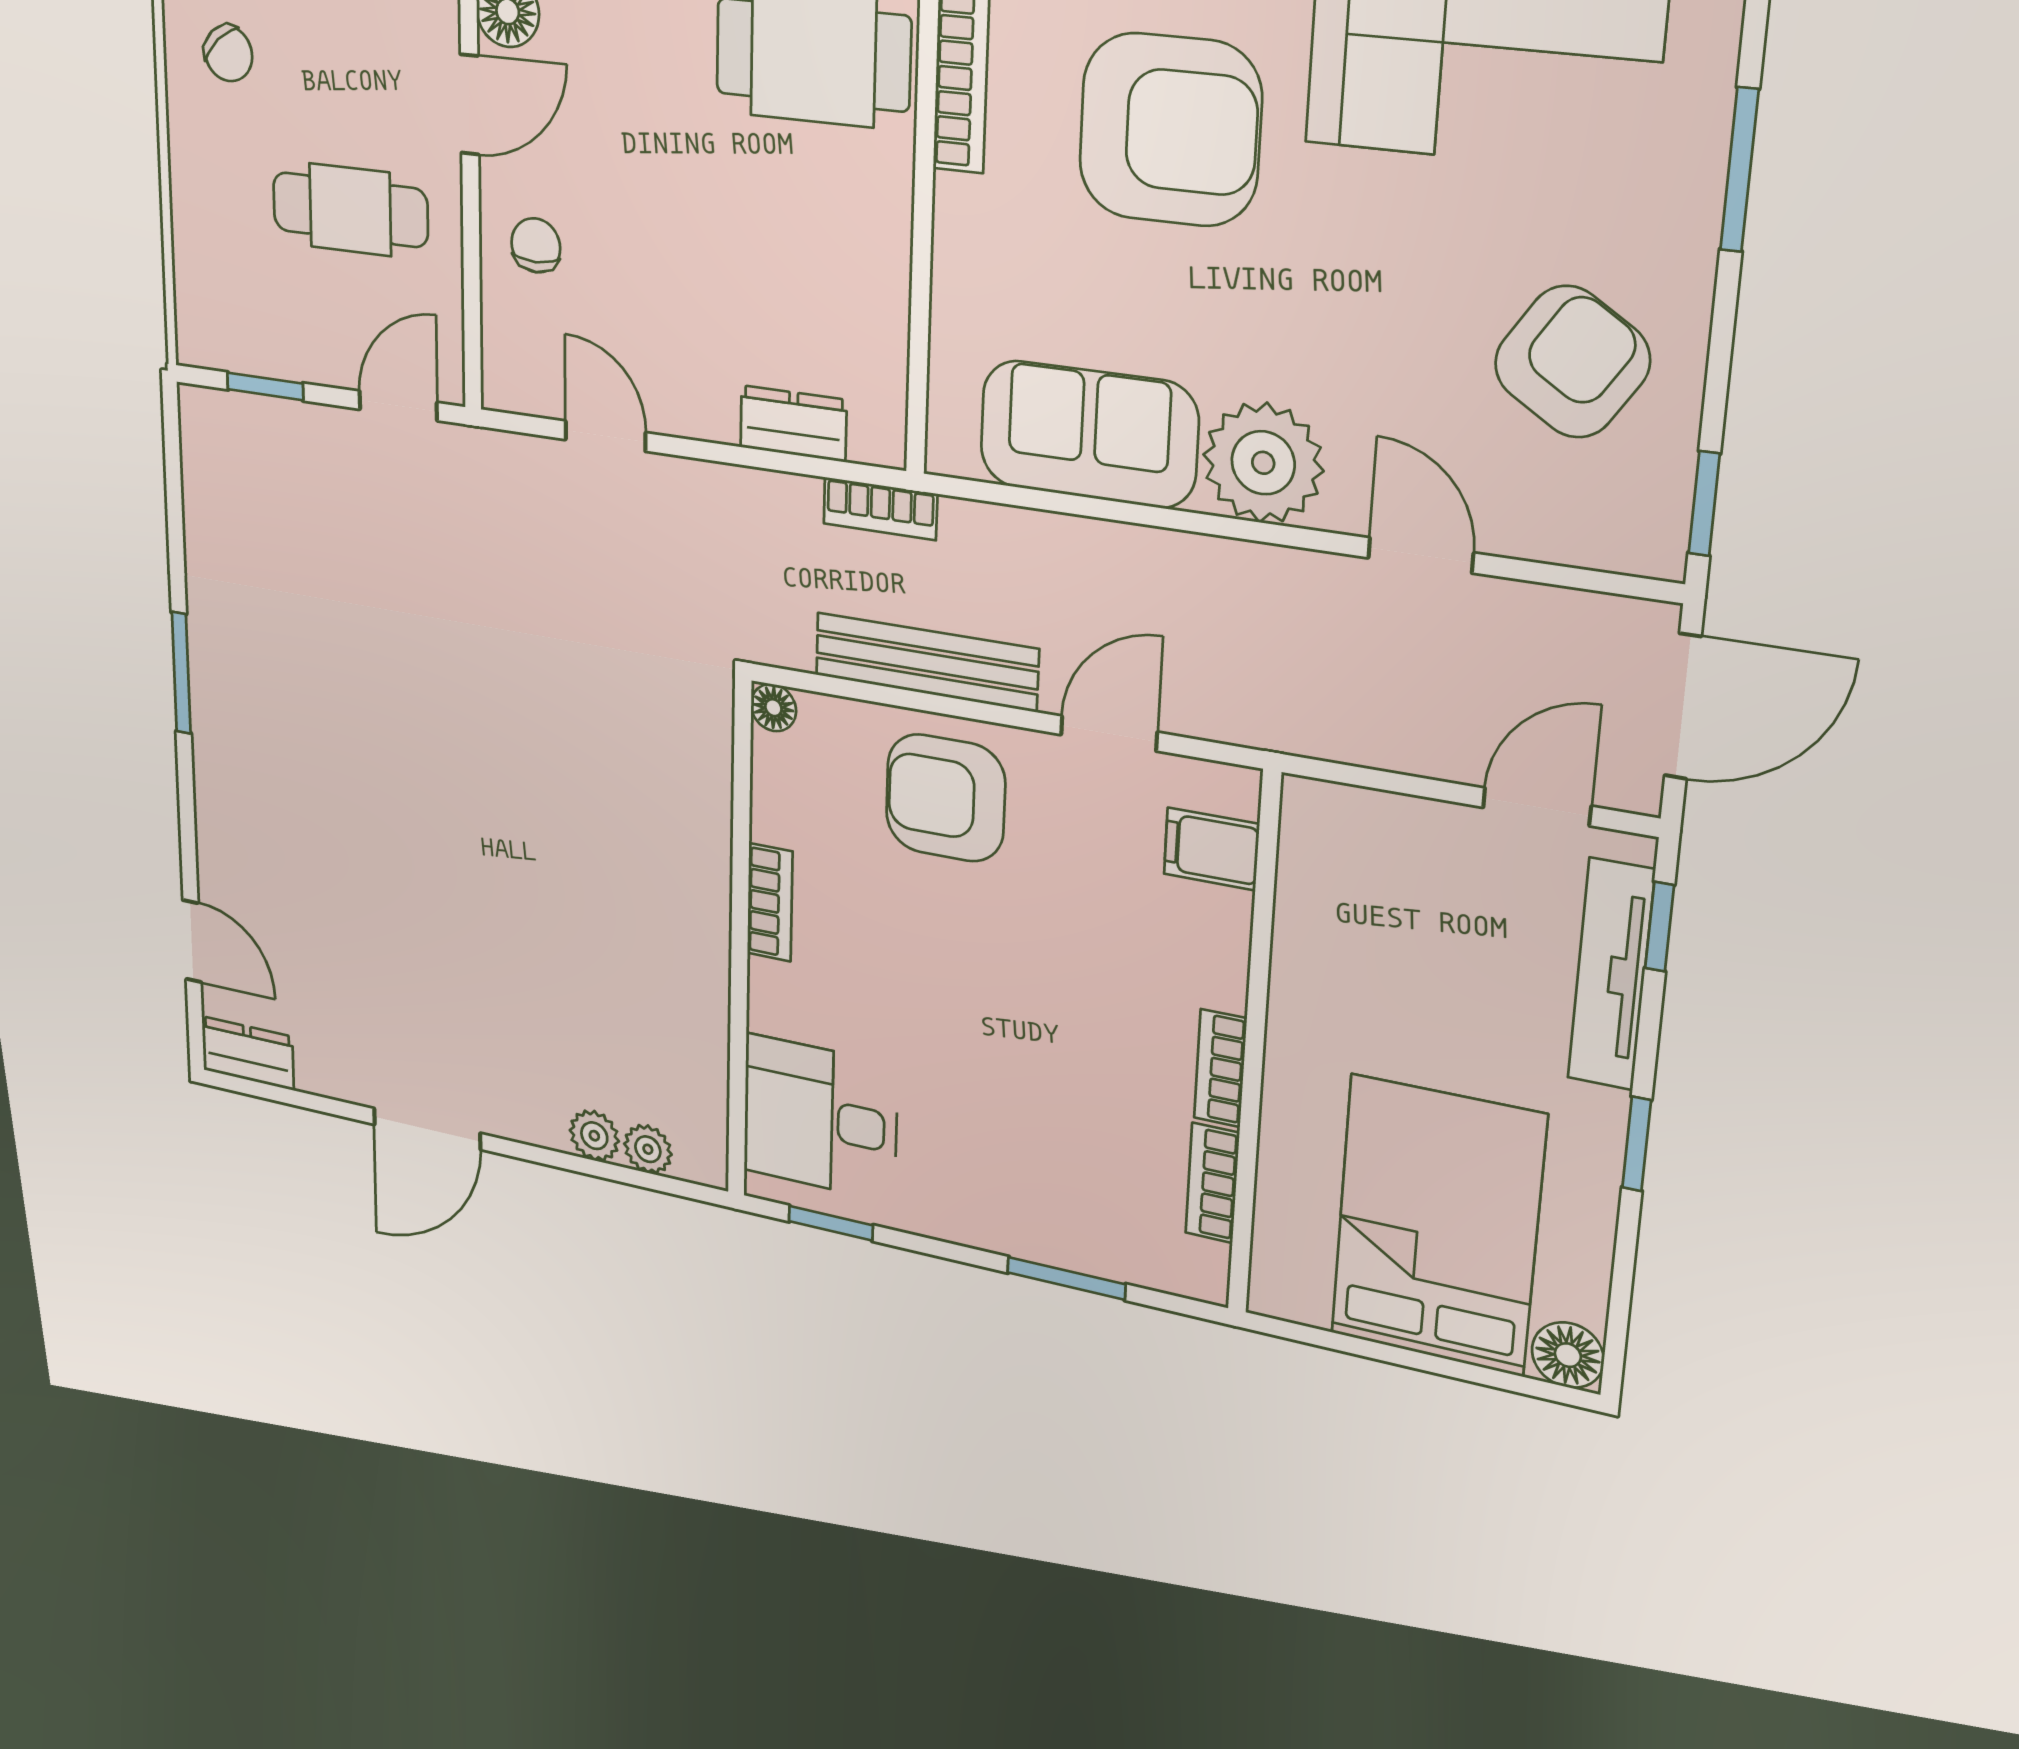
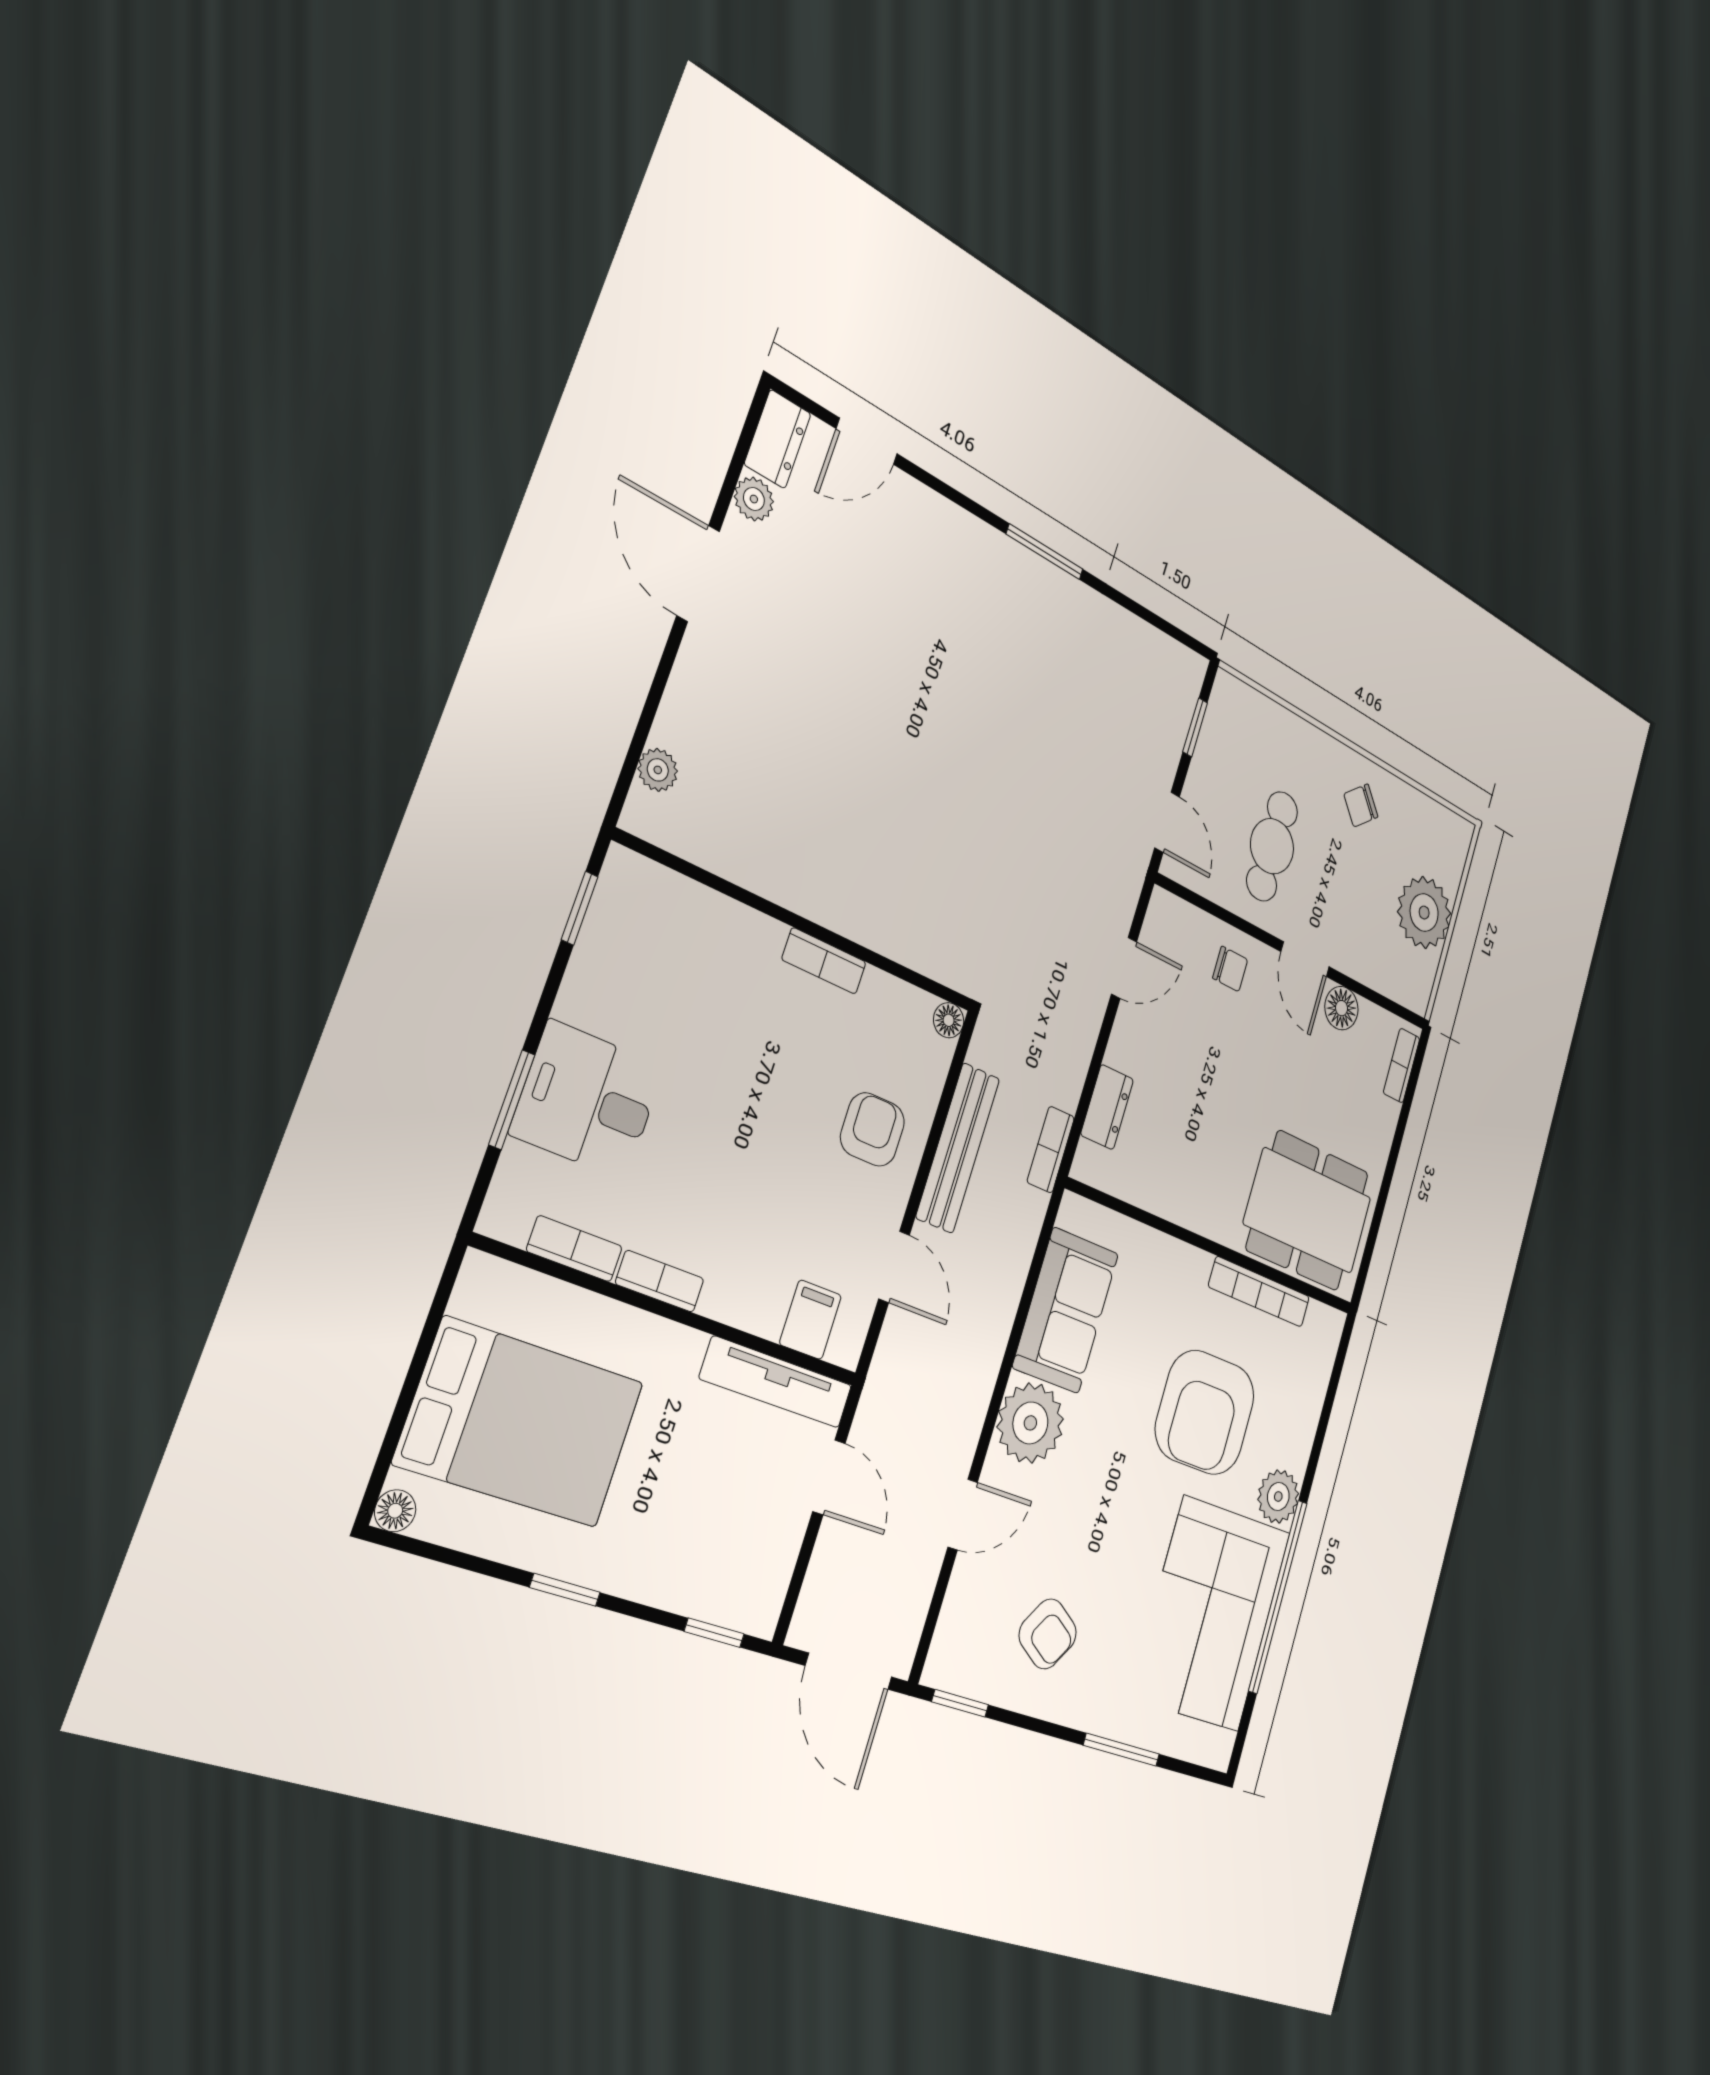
armchair: (1572, 362) -> (1048, 1634), width x0.72, depth x0.72
armchair: (945, 798) -> (872, 1129), width x0.72, depth x0.72
door: (1537, 807) -> (829, 1477), moved
tv unit: (1611, 975) -> (776, 1382), moved, turned 180
desk: (820, 1118) -> (588, 1100), moved, turned -90
plant: (594, 1136) -> (754, 499), moved
floor lamp: (1568, 1355) -> (395, 1511), width x0.73, depth x0.73

